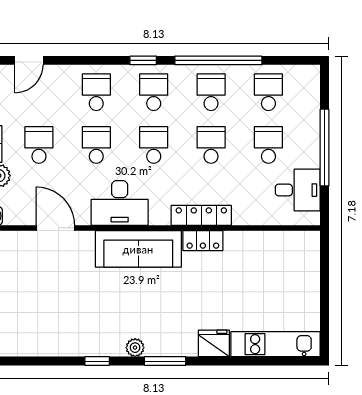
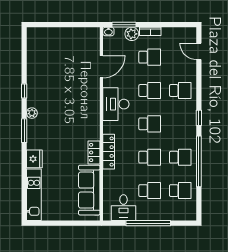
school desk: (154, 92) -> (180, 124), removed
sofa: (138, 249) -> (89, 190), moved

